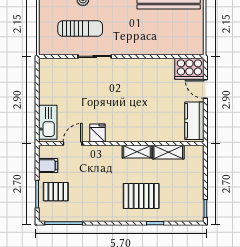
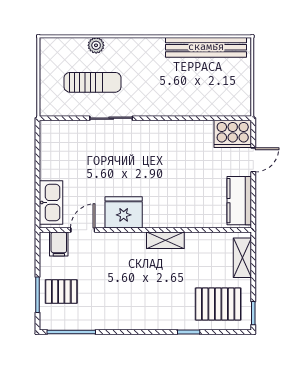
door: (205, 89) -> (253, 160), swing flipped
fridge: (98, 133) -> (124, 212), width x1.88, depth x1.34
shelving: (168, 152) -> (242, 258), moved, turned 90
filing cabinet: (48, 166) -> (59, 244), moved, turned 90
pallet: (141, 196) -> (218, 304), moved

